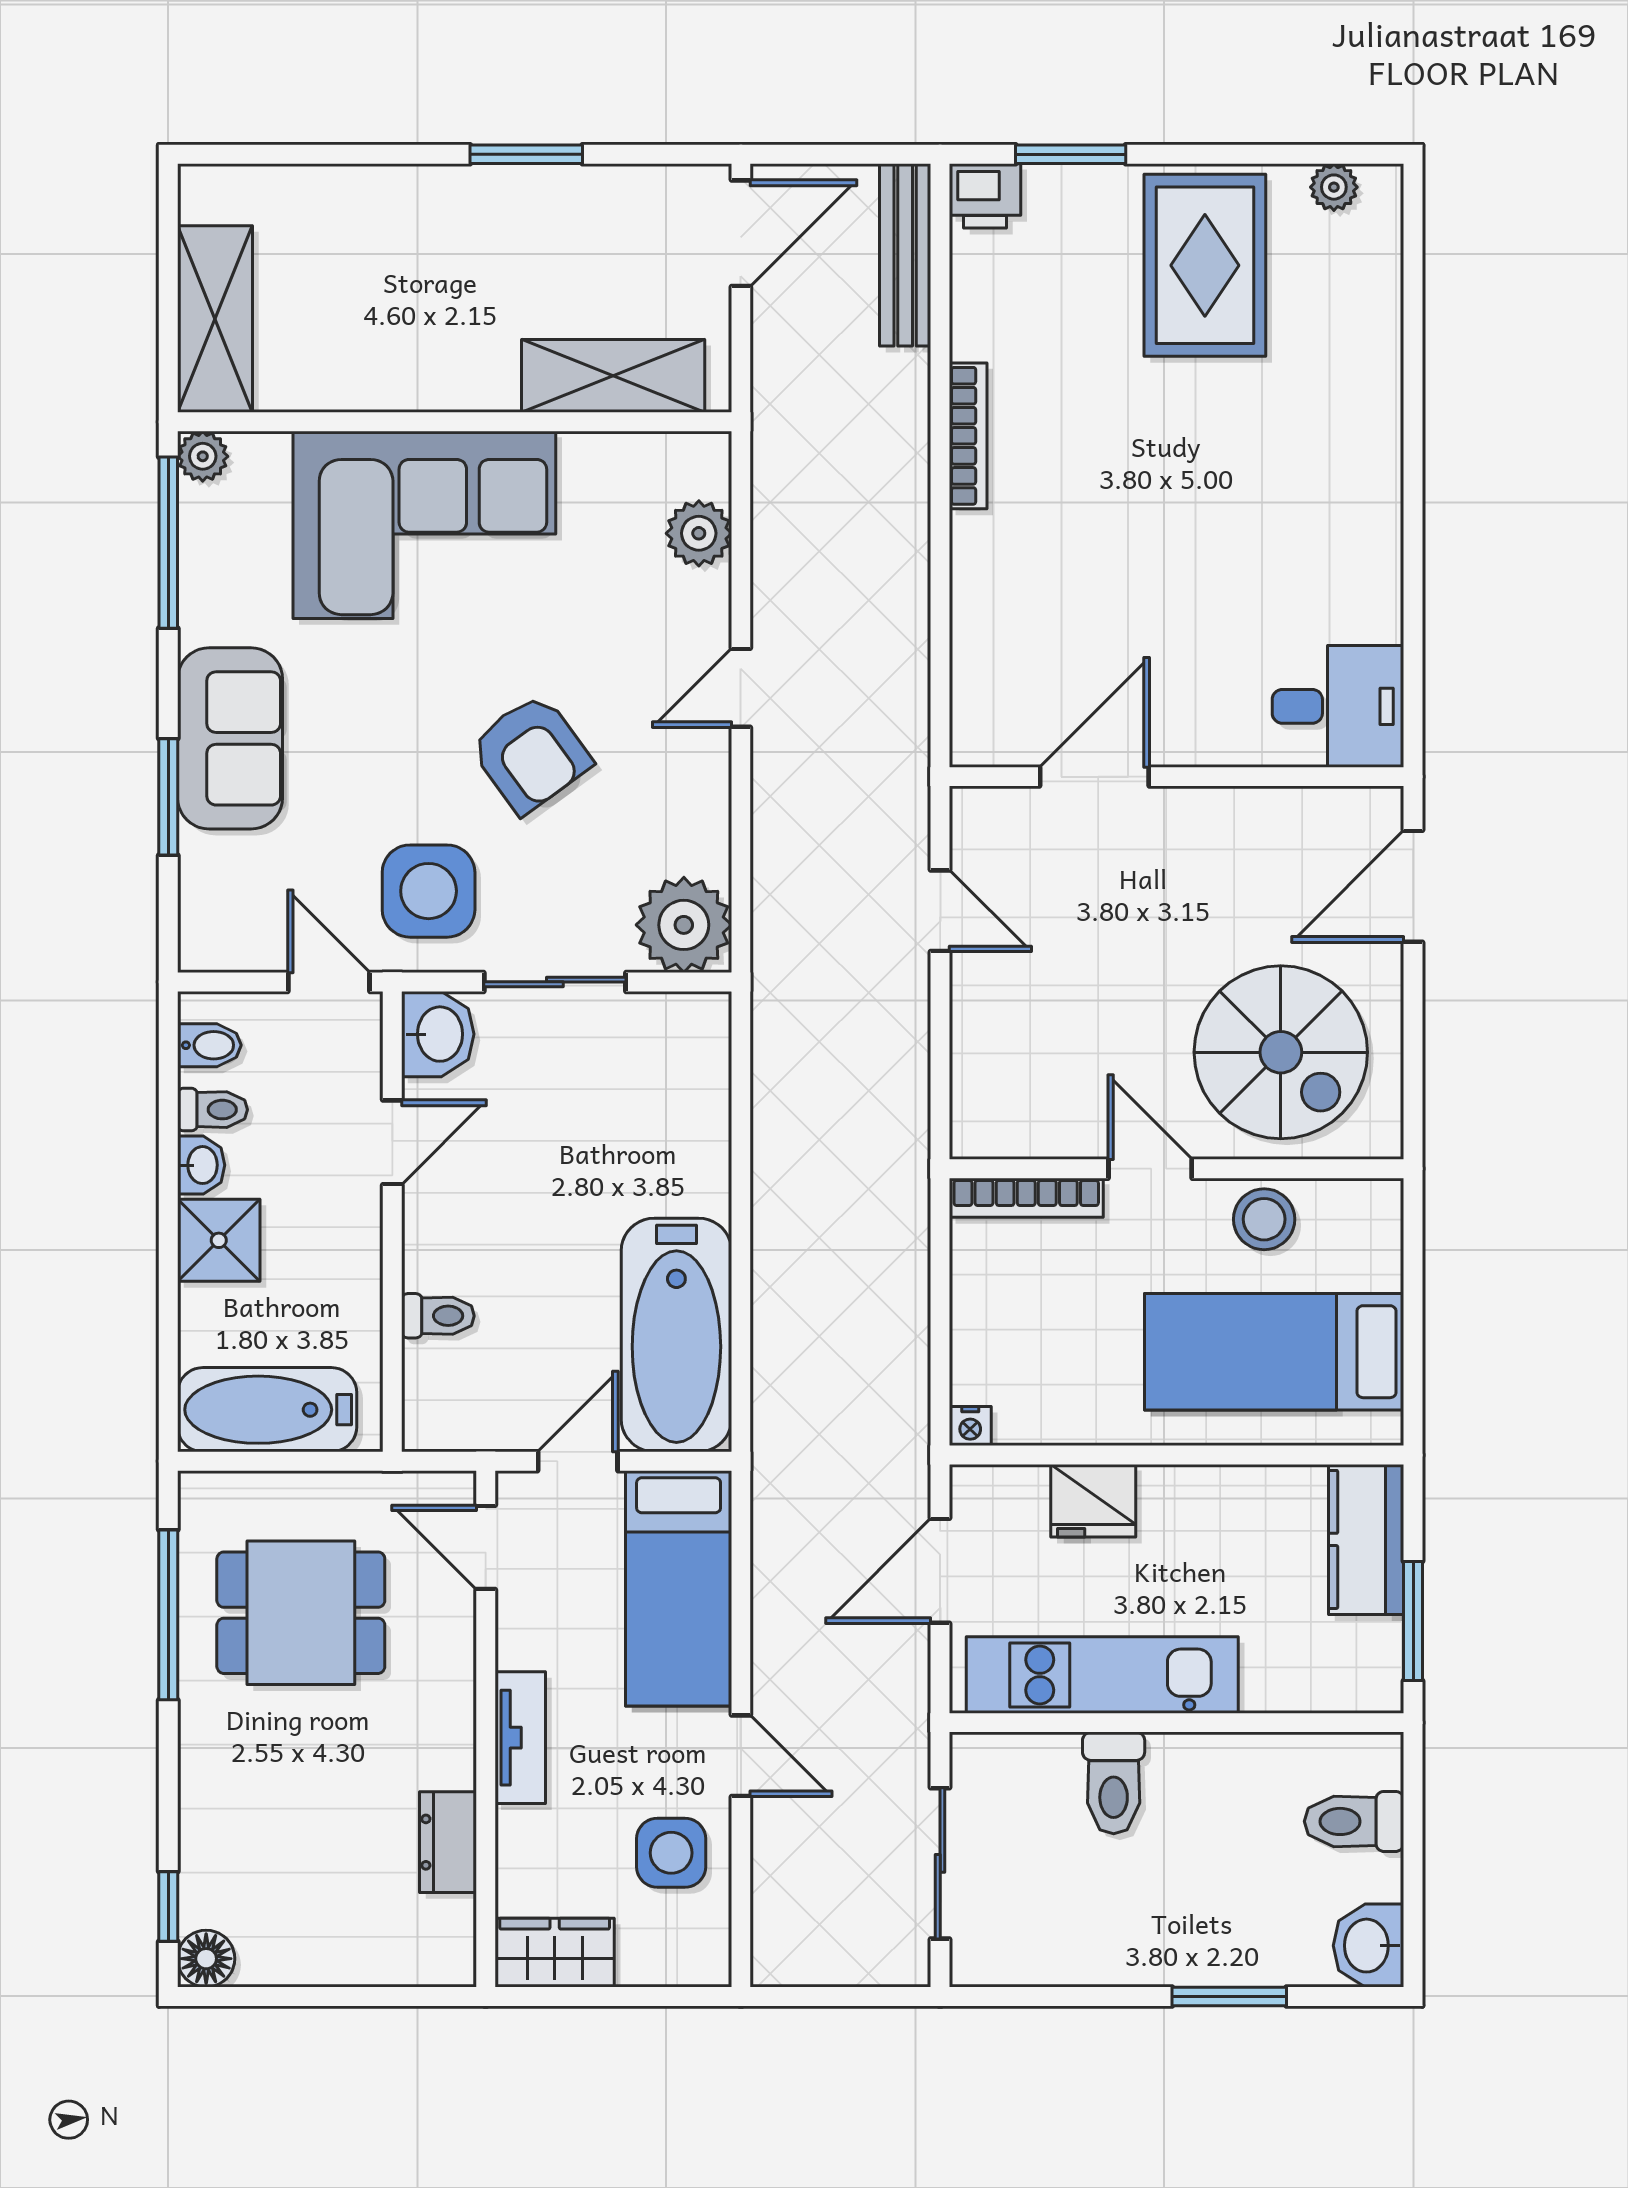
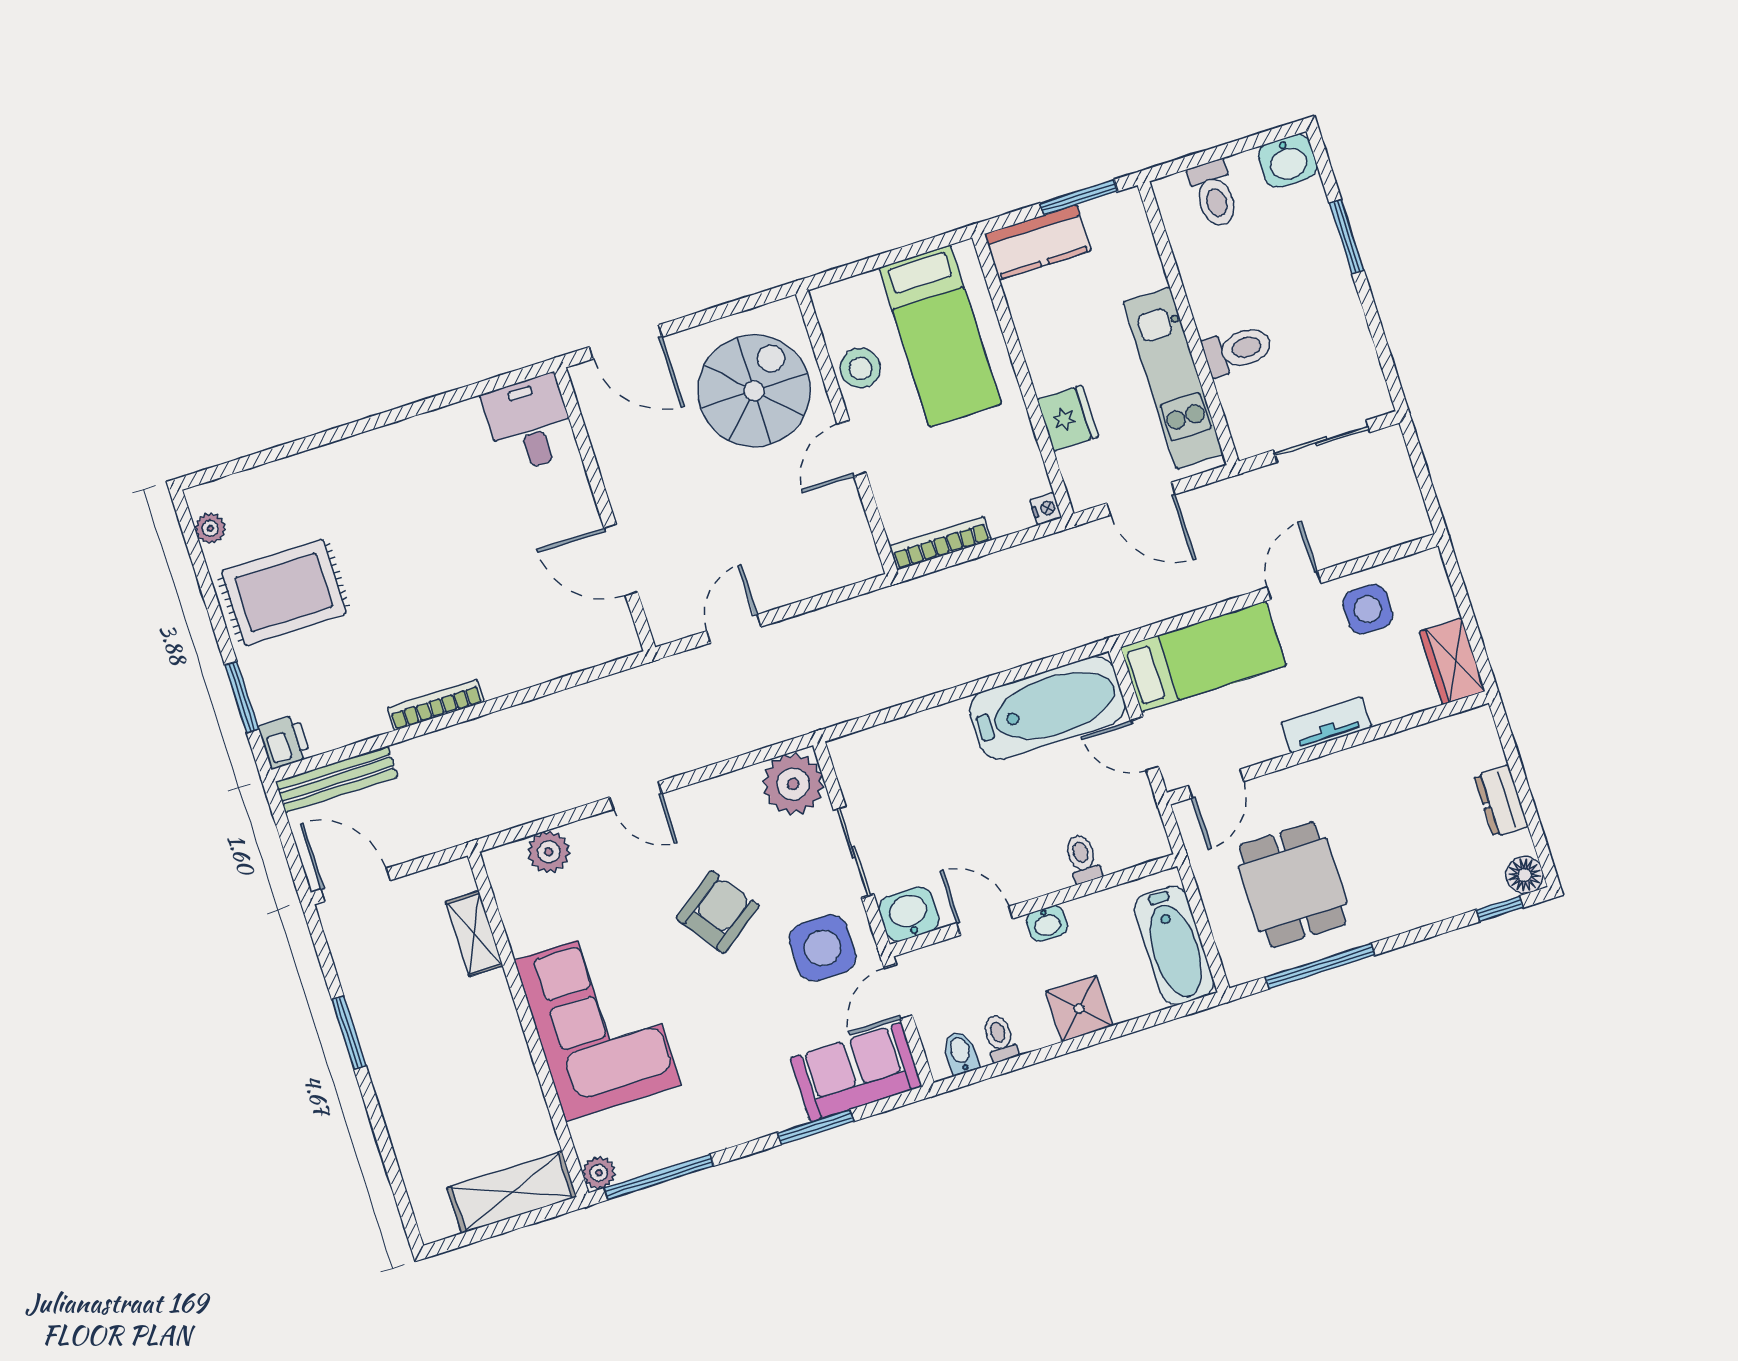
shelving: (613, 376) -> (474, 934), width x0.67, depth x0.75
sofa: (230, 738) -> (856, 1072), moved
washbasin: (201, 1165) -> (1047, 923), moved, turned 180
bookcase: (1026, 1198) -> (940, 543), moved, turned -90
dresser: (448, 1842) -> (1501, 801), moved, turned 90

